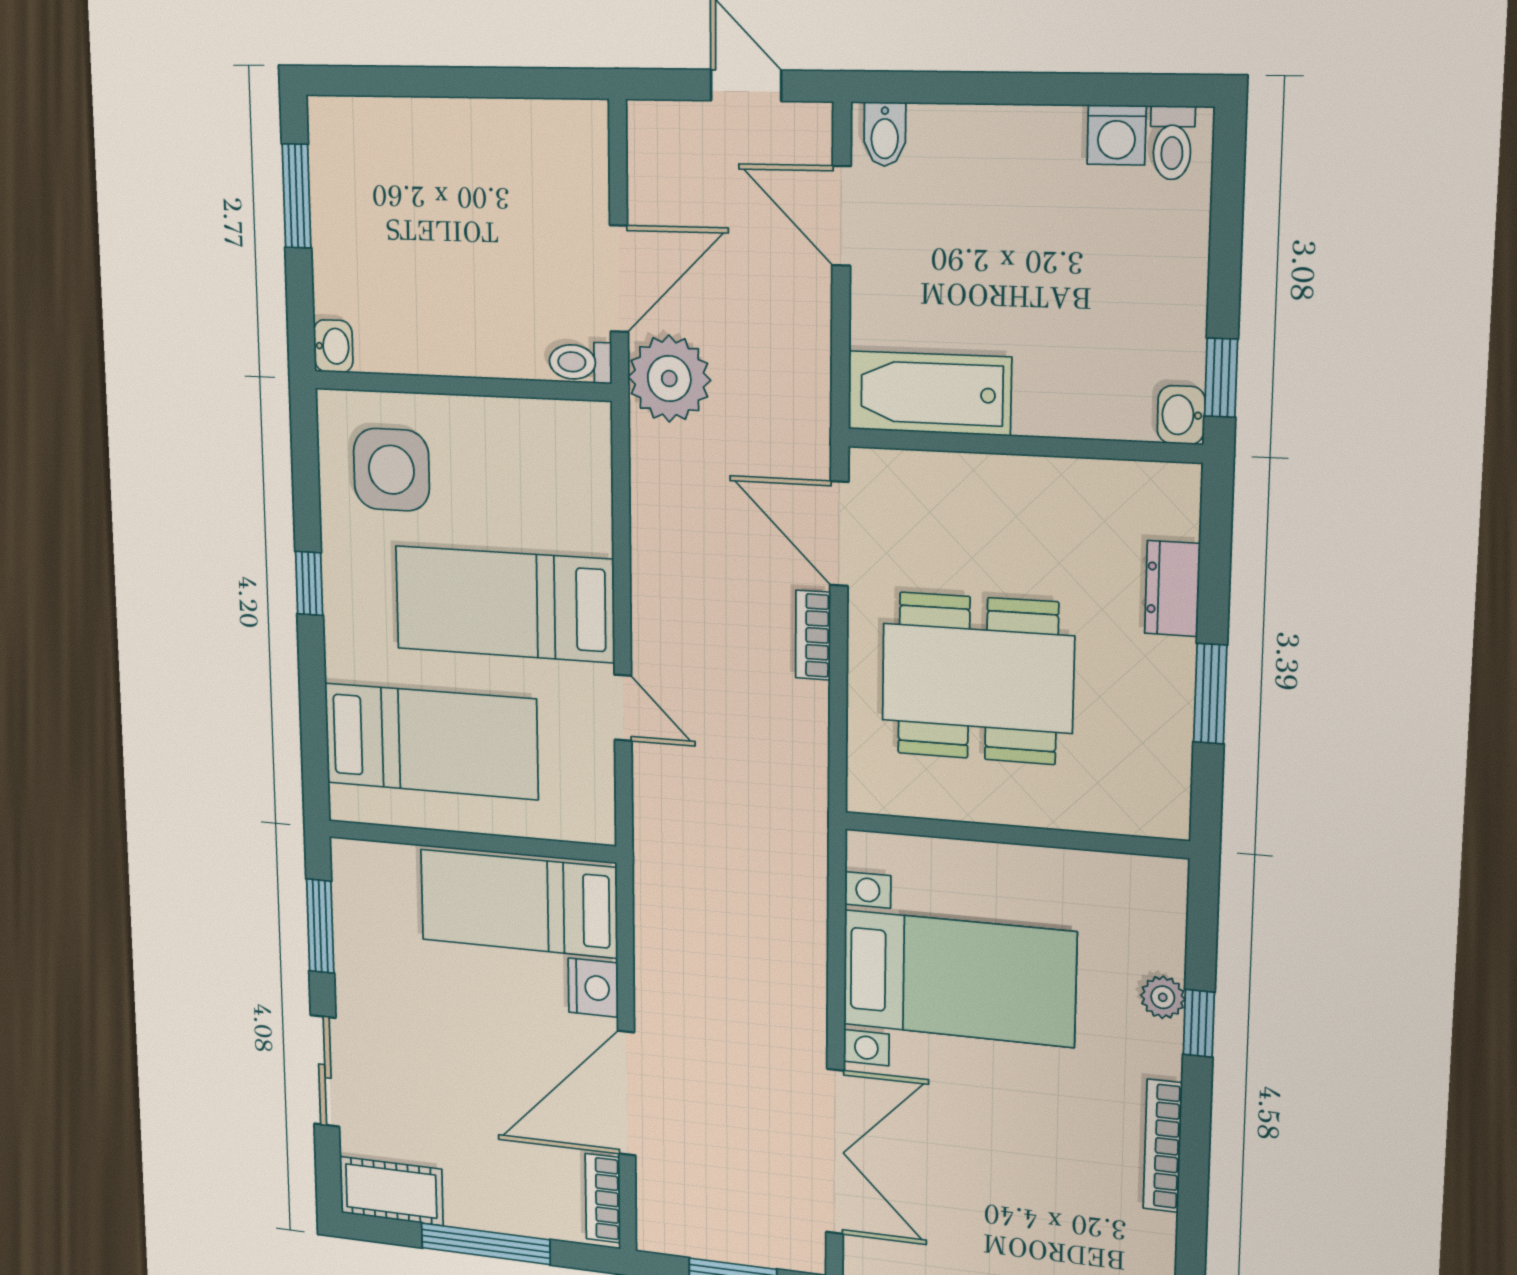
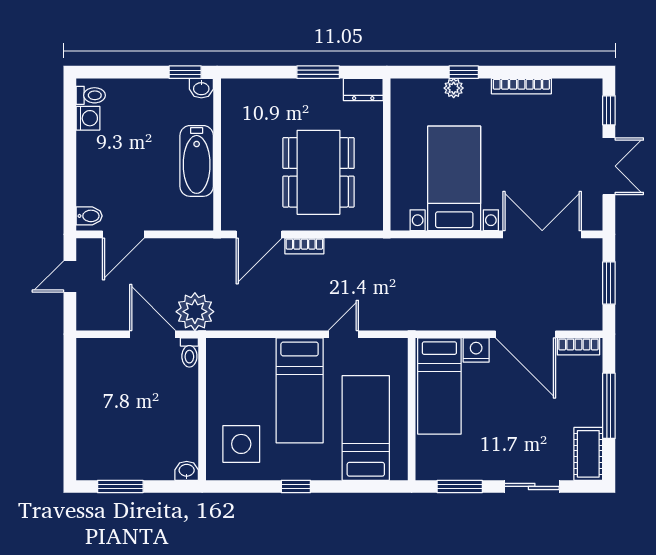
bathtub: (929, 393) -> (197, 161), moved
dresser: (1172, 589) -> (363, 90), moved

